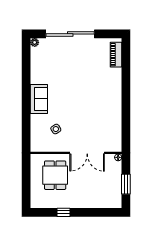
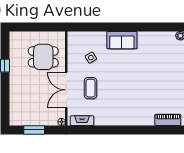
coffee table: (85, 129) -> (90, 88), added
fireplace: (117, 138) -> (82, 121), added

